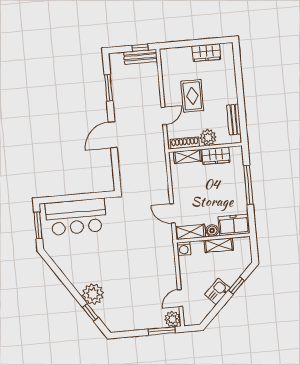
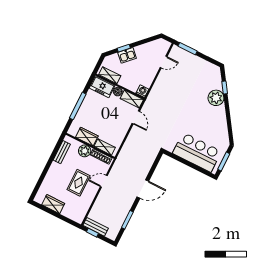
shelving: (219, 245) -> (110, 75), moved
kitchen sink: (218, 291) -> (127, 55), moved
plant: (172, 319) -> (176, 52), removed

